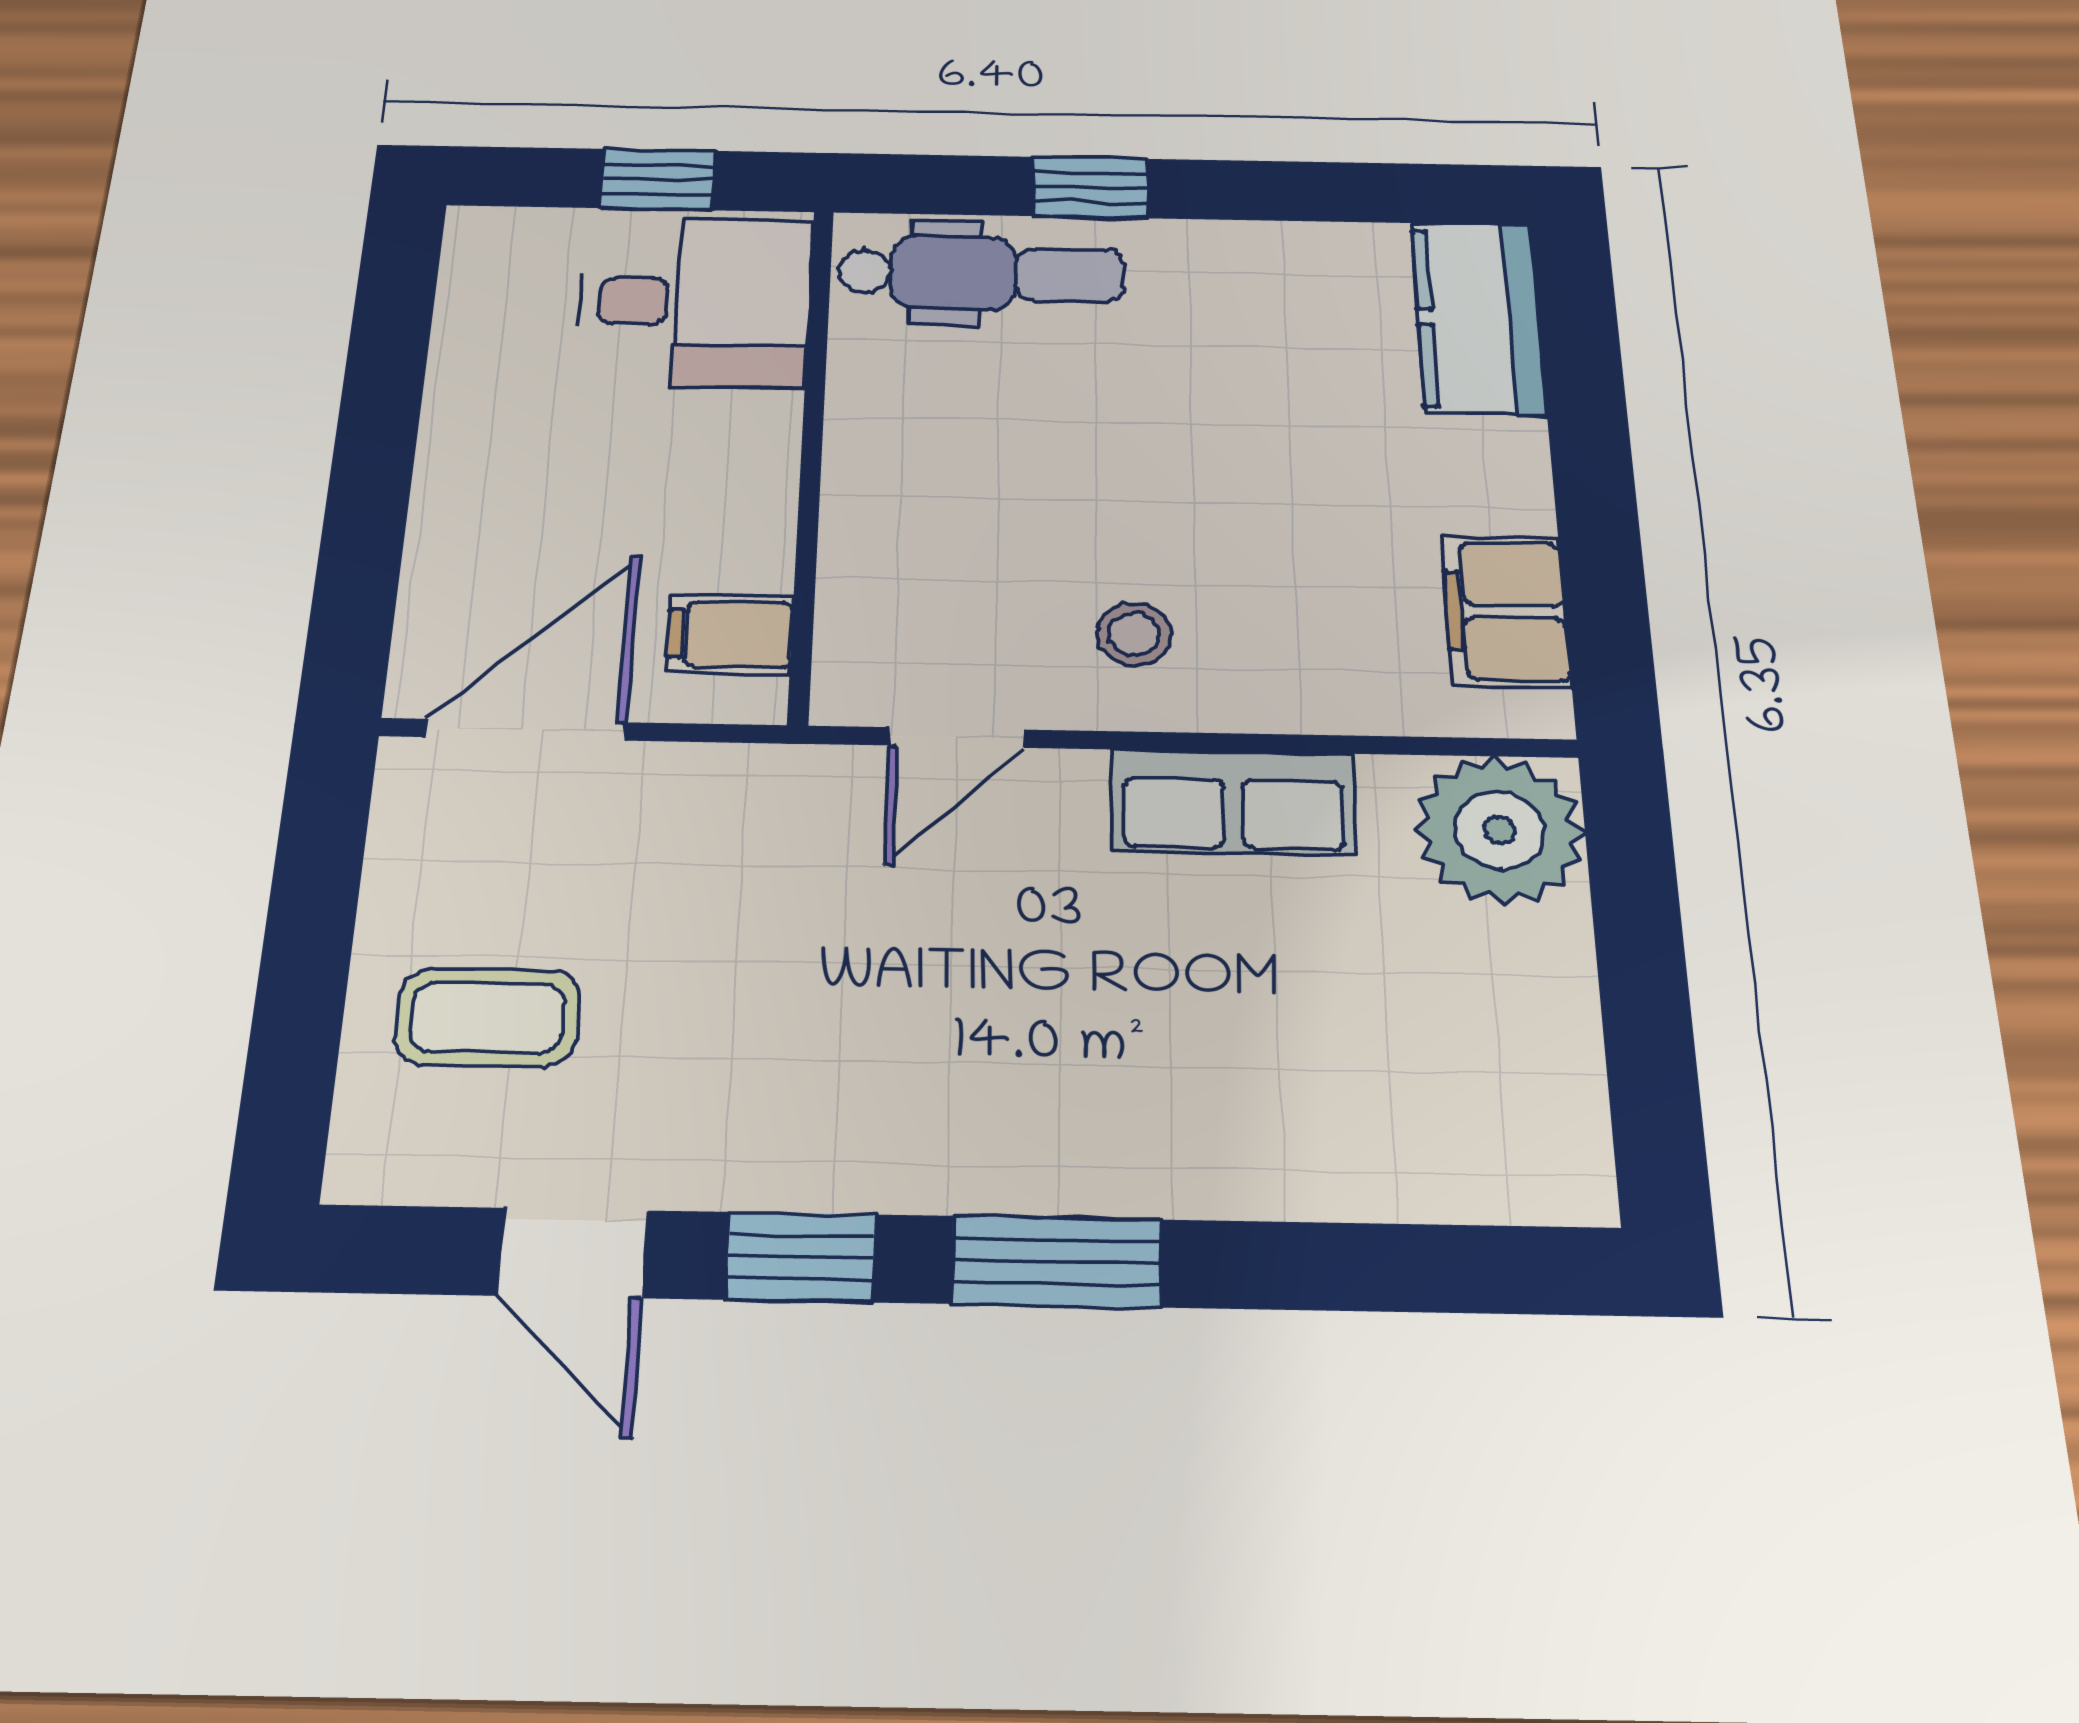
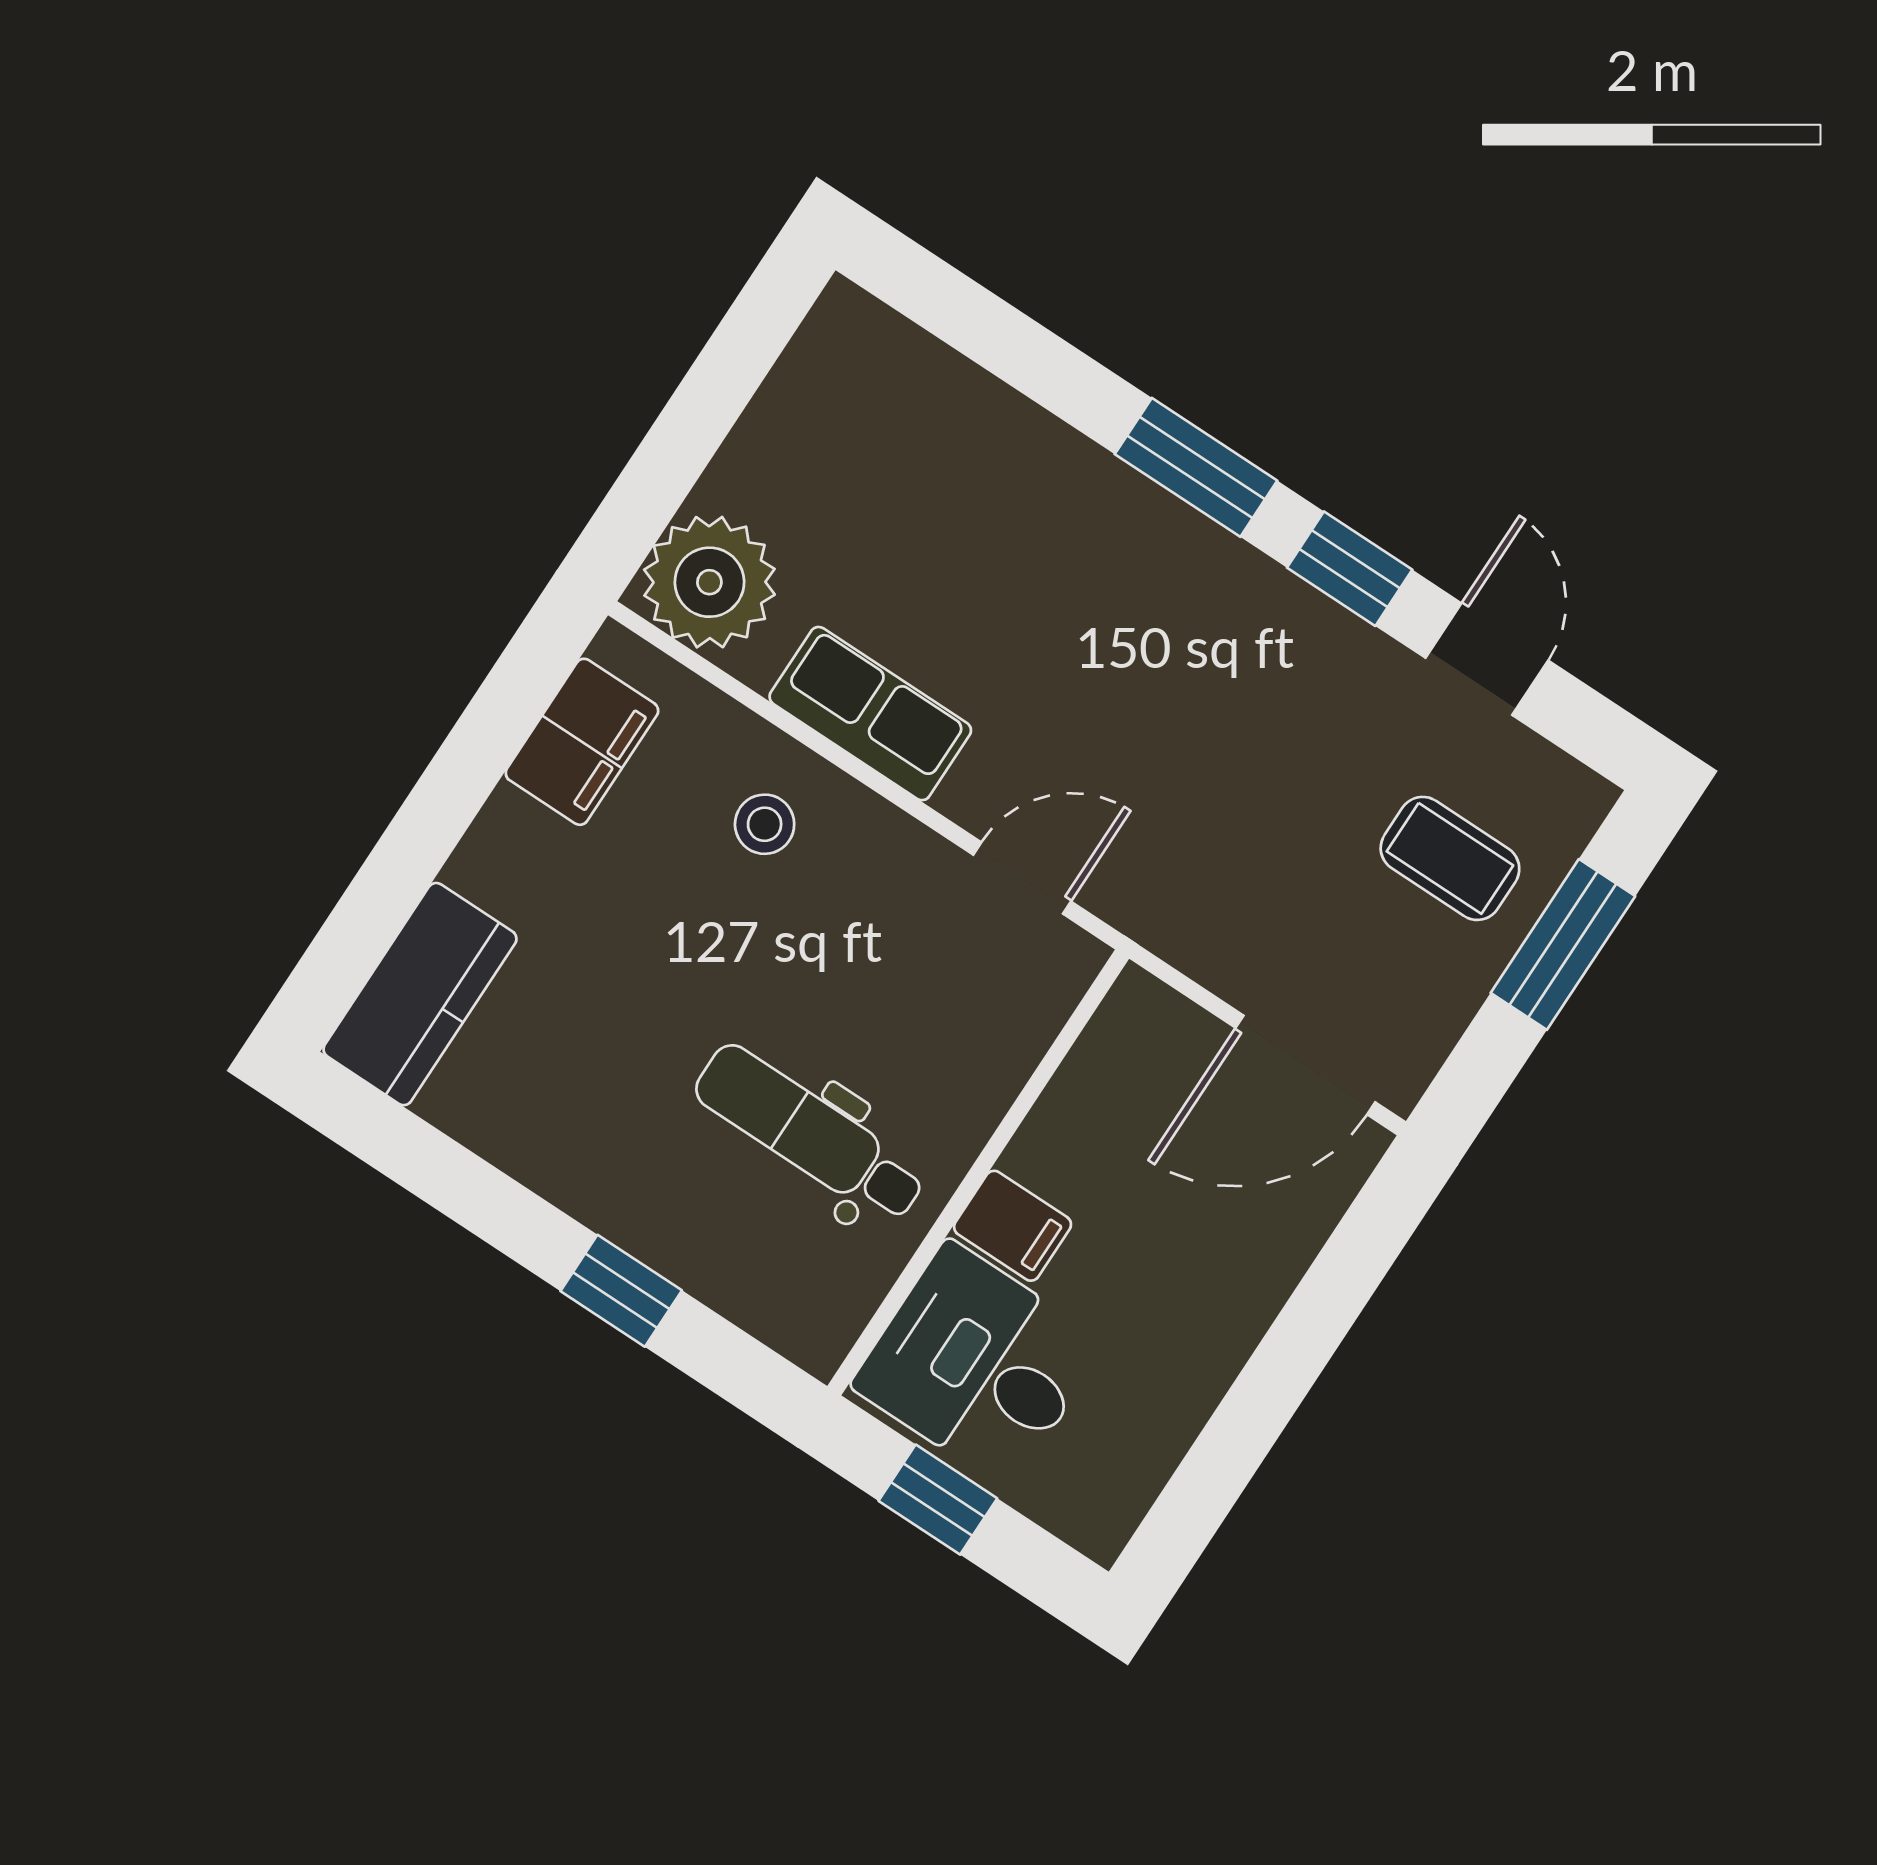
dental chair: (982, 273) -> (810, 1134), moved
filing cabinet: (730, 634) -> (1013, 1226), moved
stool: (1134, 634) -> (765, 824), moved
window: (300, 1002) -> (1563, 944), added

